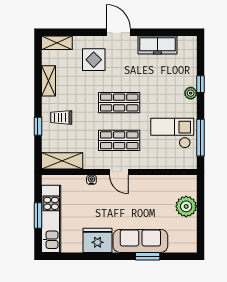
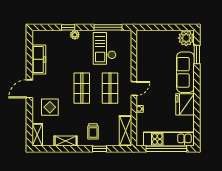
plant: (186, 206) -> (186, 38), moved
window: (38, 216) -> (166, 149), width x2.11
window: (148, 256) -> (197, 54), moved

